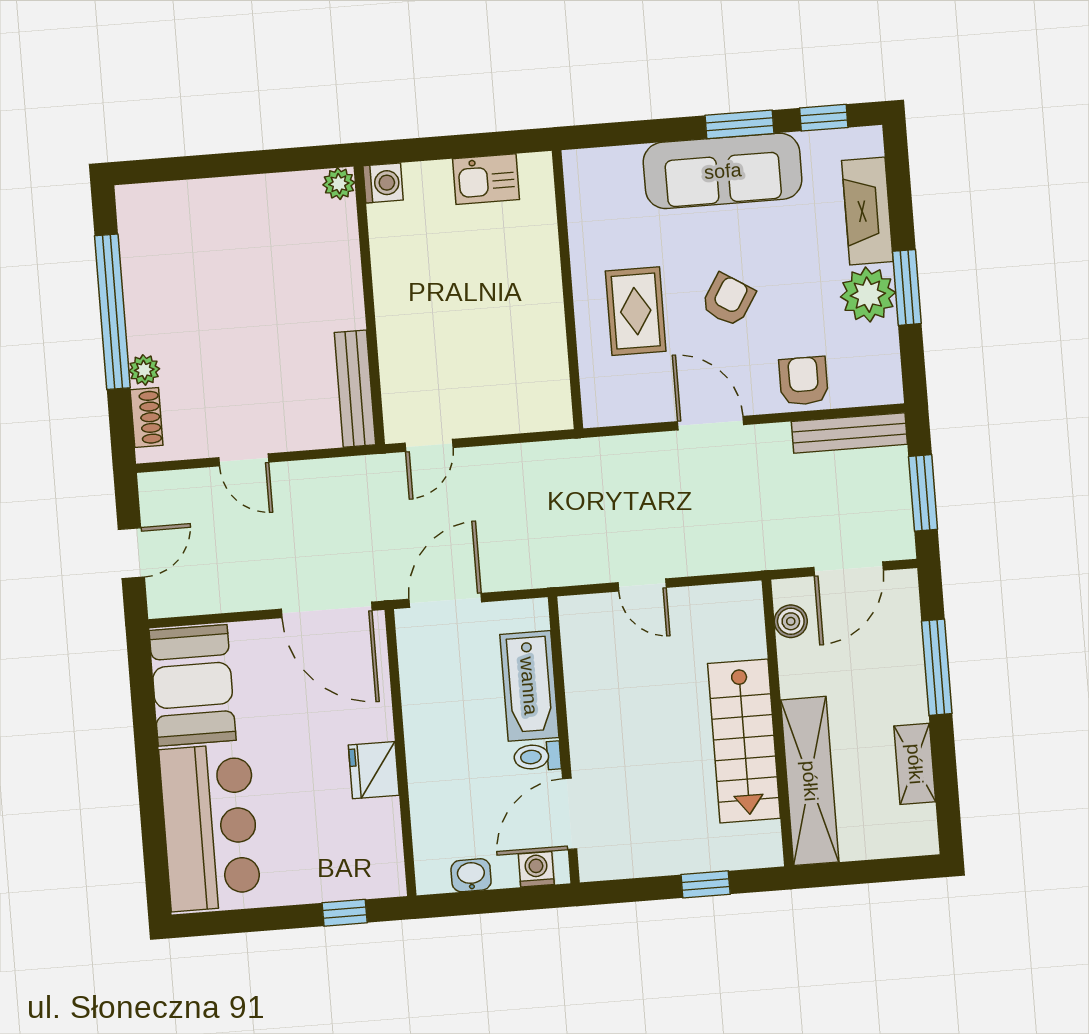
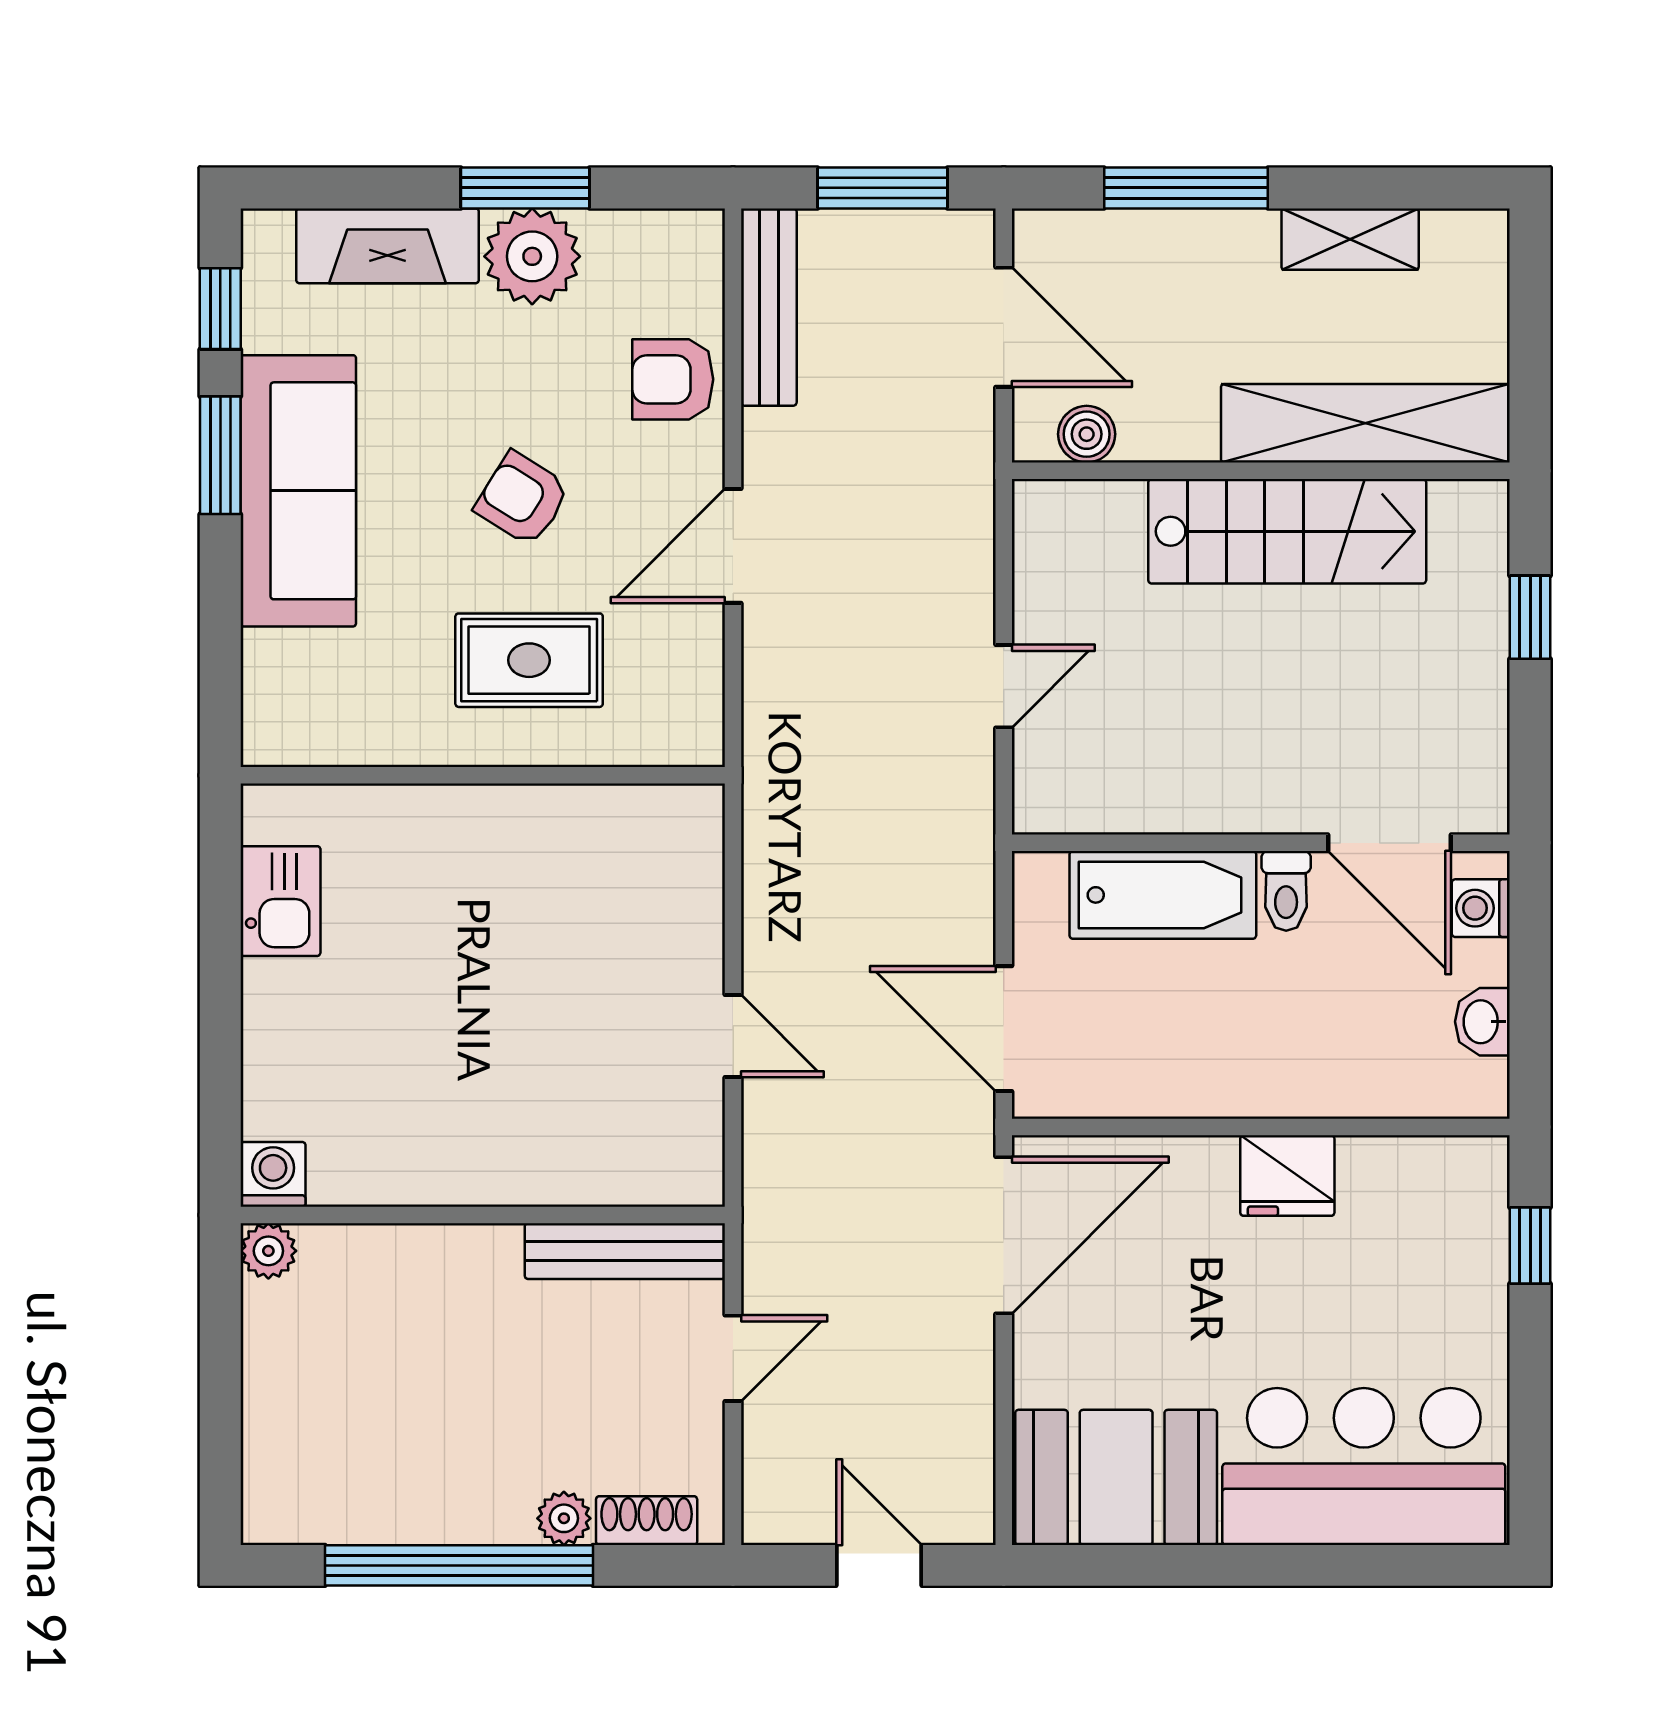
washing machine: (383, 183) -> (273, 1174), moved
plant: (339, 184) -> (268, 1251), moved
wall: (369, 305) -> (483, 1215), moved
bench: (355, 389) -> (625, 1251), moved

